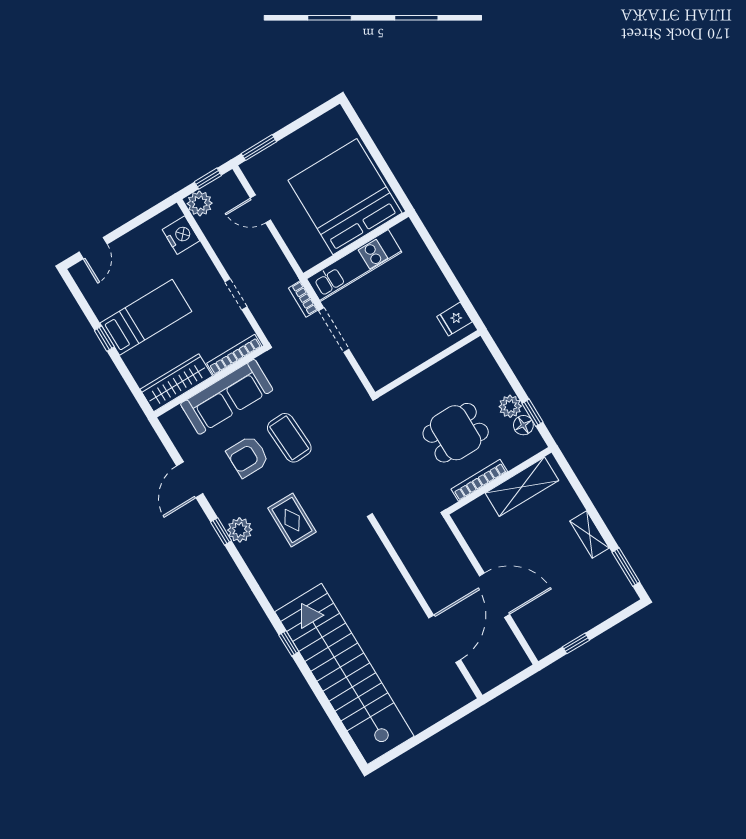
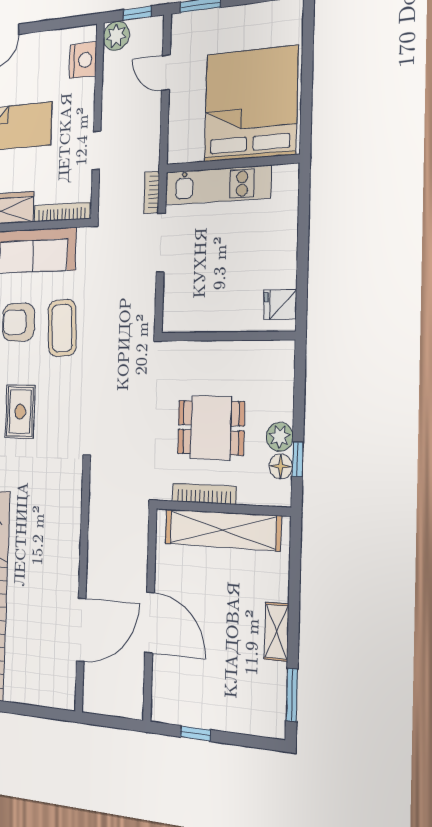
shelving: (522, 487) -> (222, 530), width x1.47

